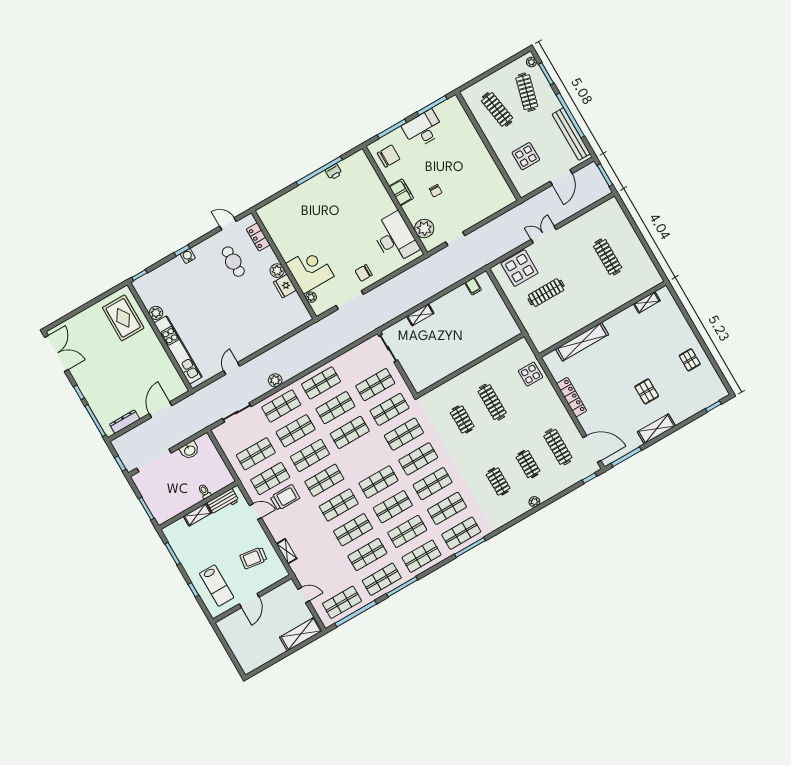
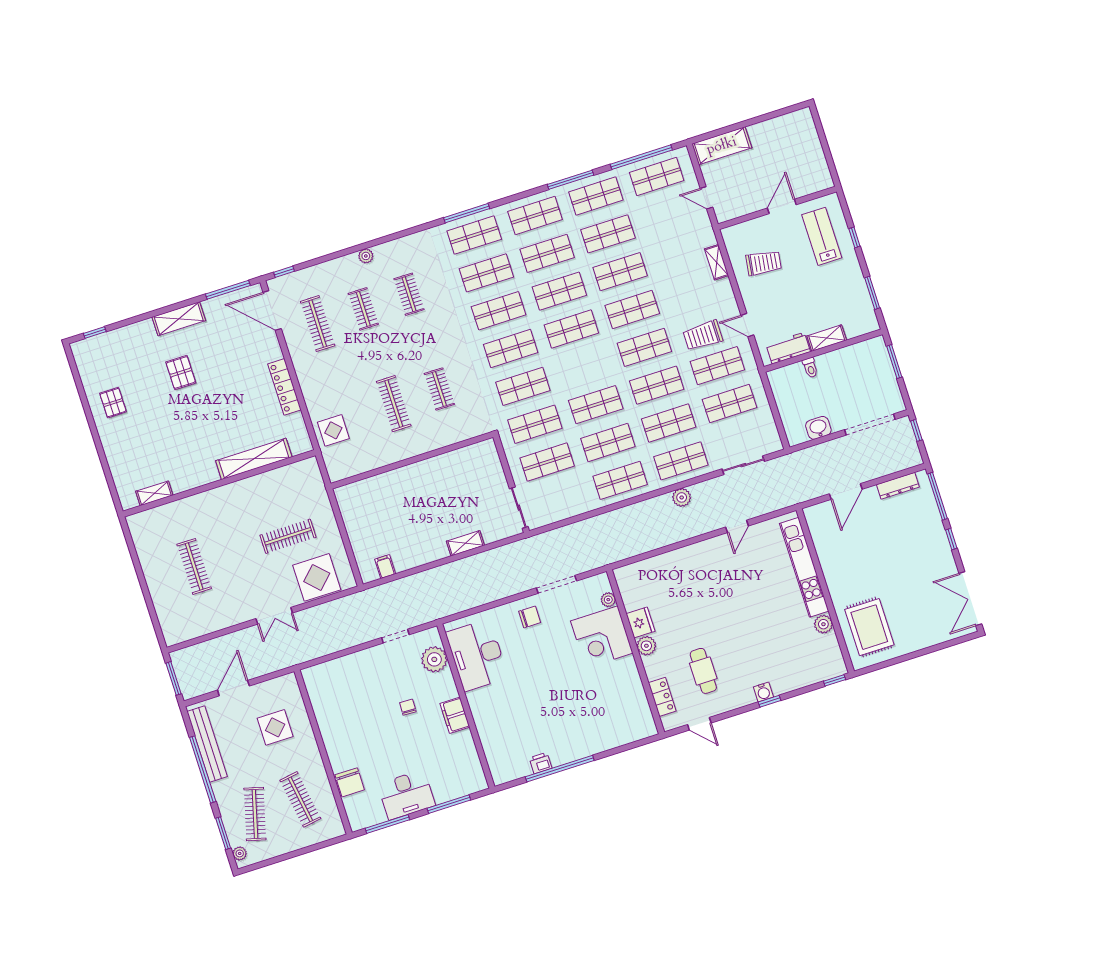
chair: (389, 156) -> (350, 782), moved, turned -90

